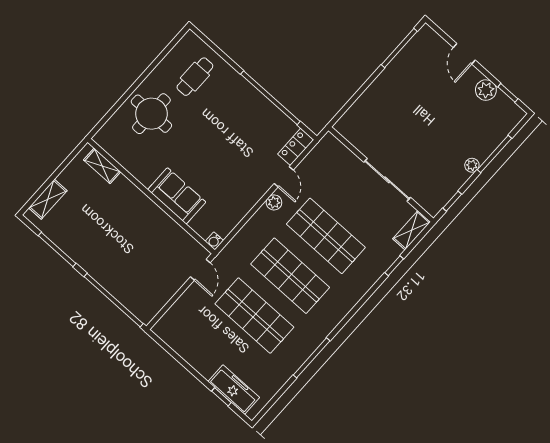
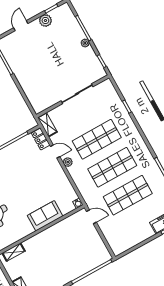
door: (464, 54) -> (21, 26), swing flipped
shelving: (412, 230) -> (47, 125), moved

